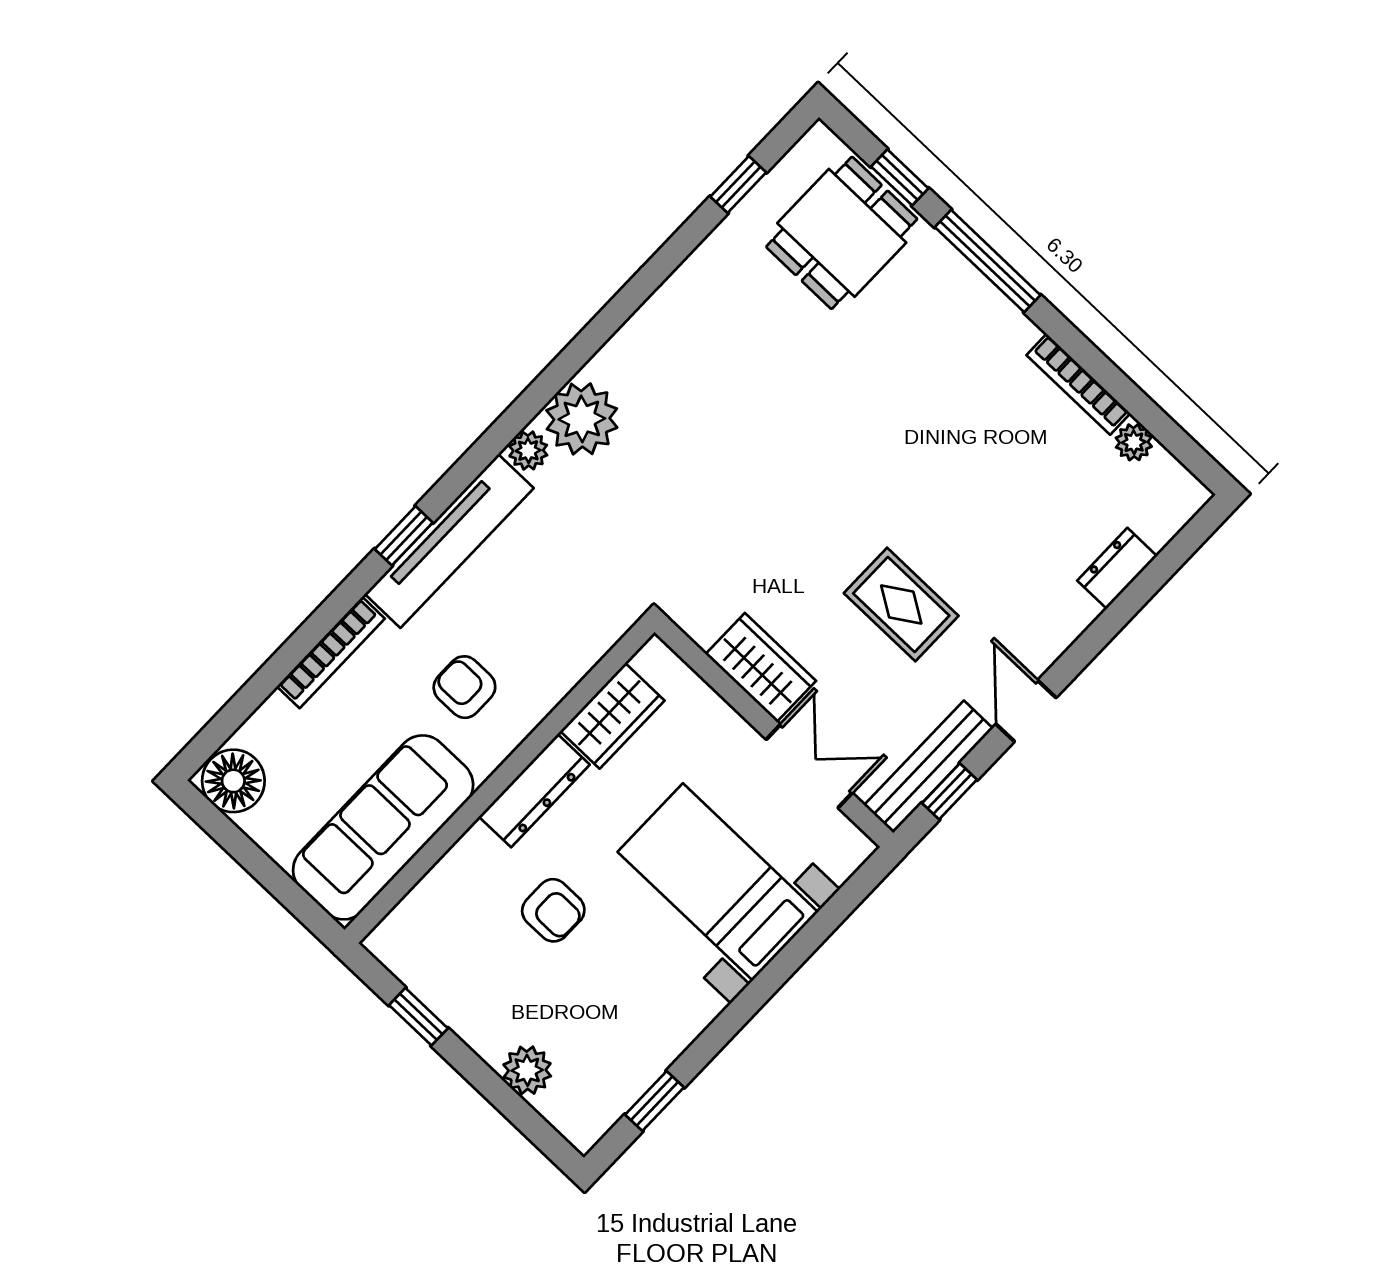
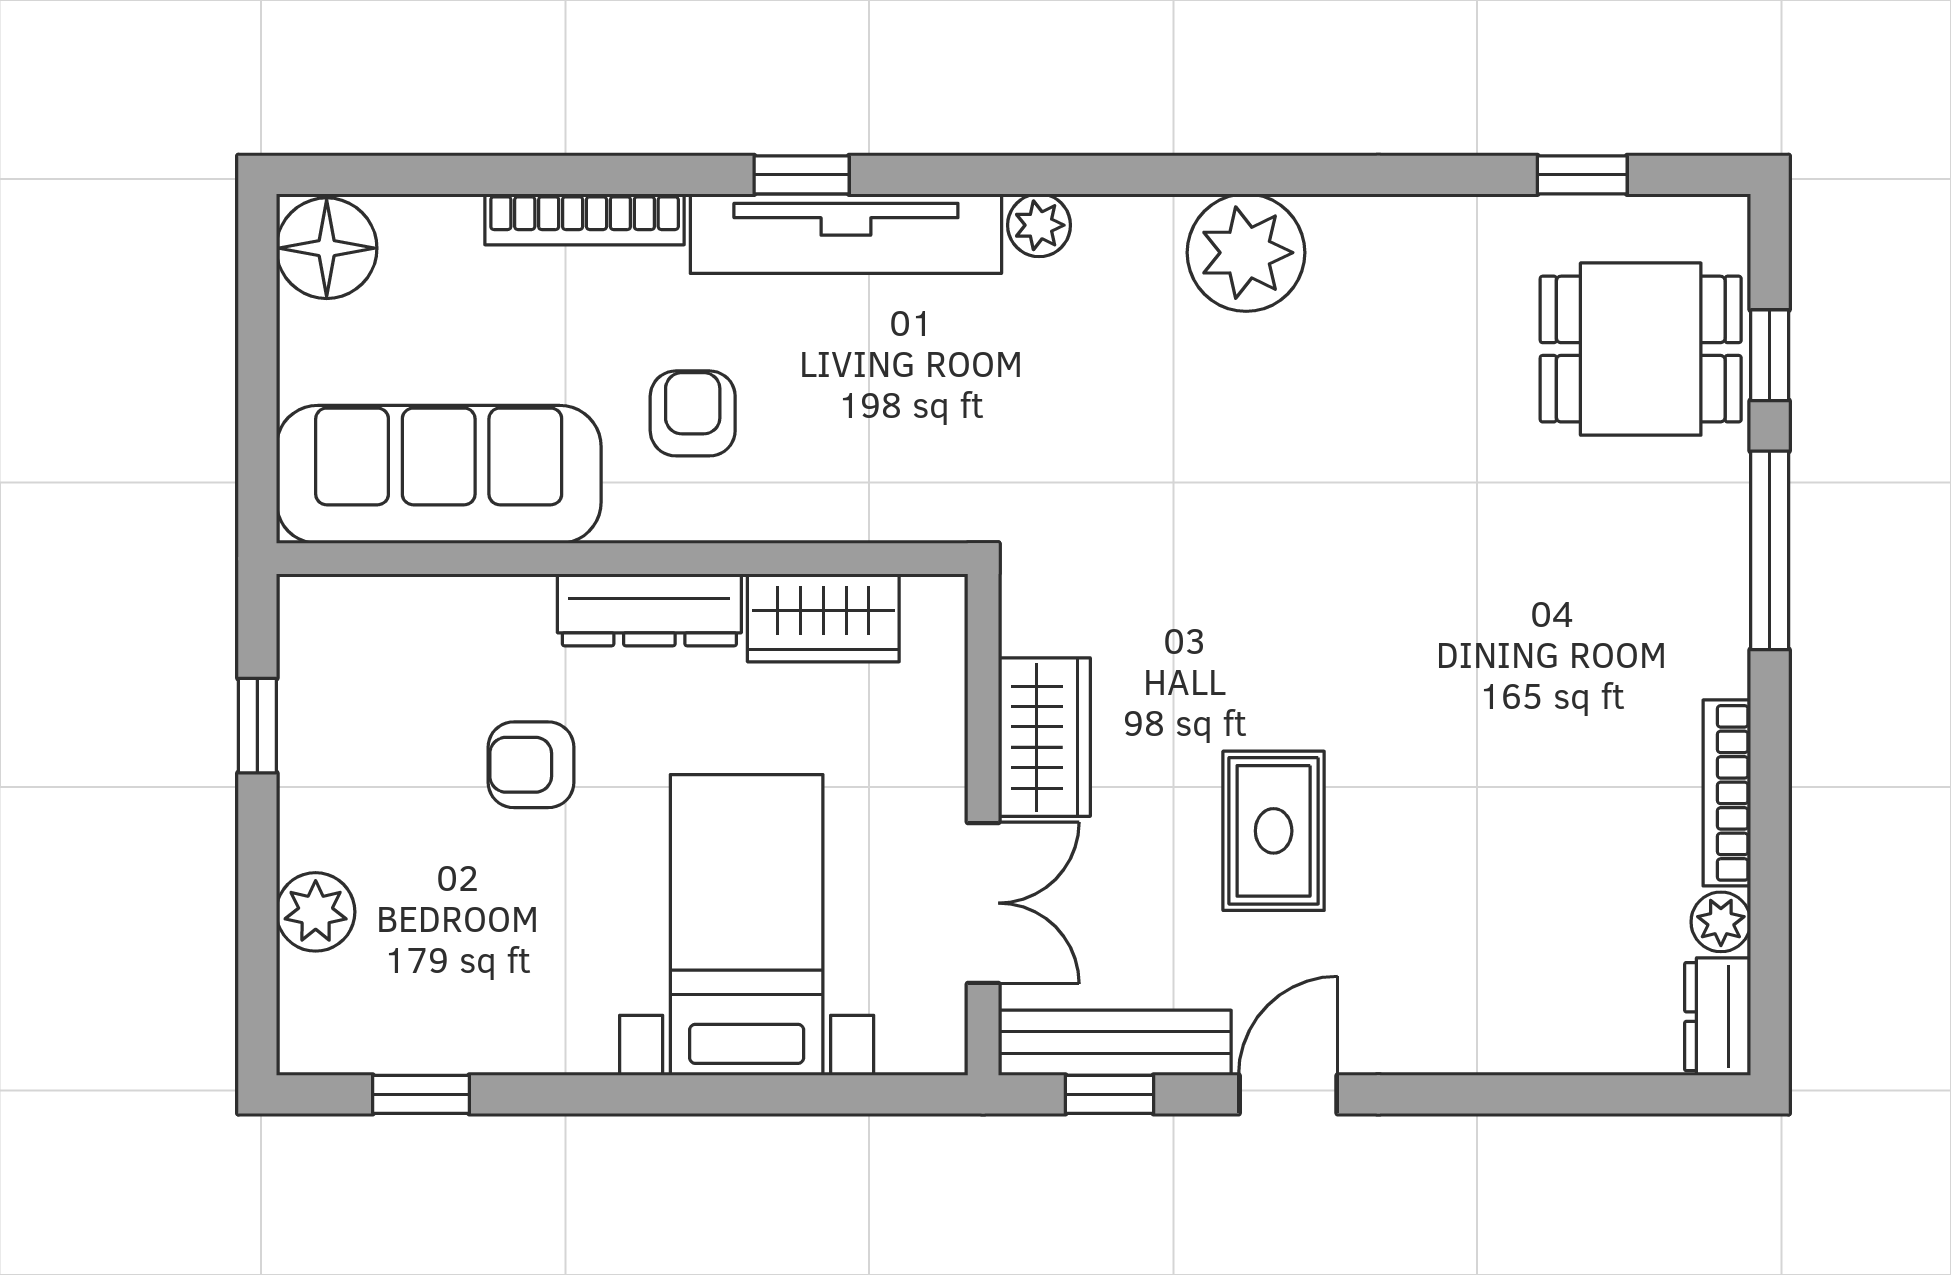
plant: (582, 419) -> (1246, 253), moved
dresser: (1117, 568) -> (1718, 1017), moved, turned -90
armchair: (553, 910) -> (531, 765), turned 90

